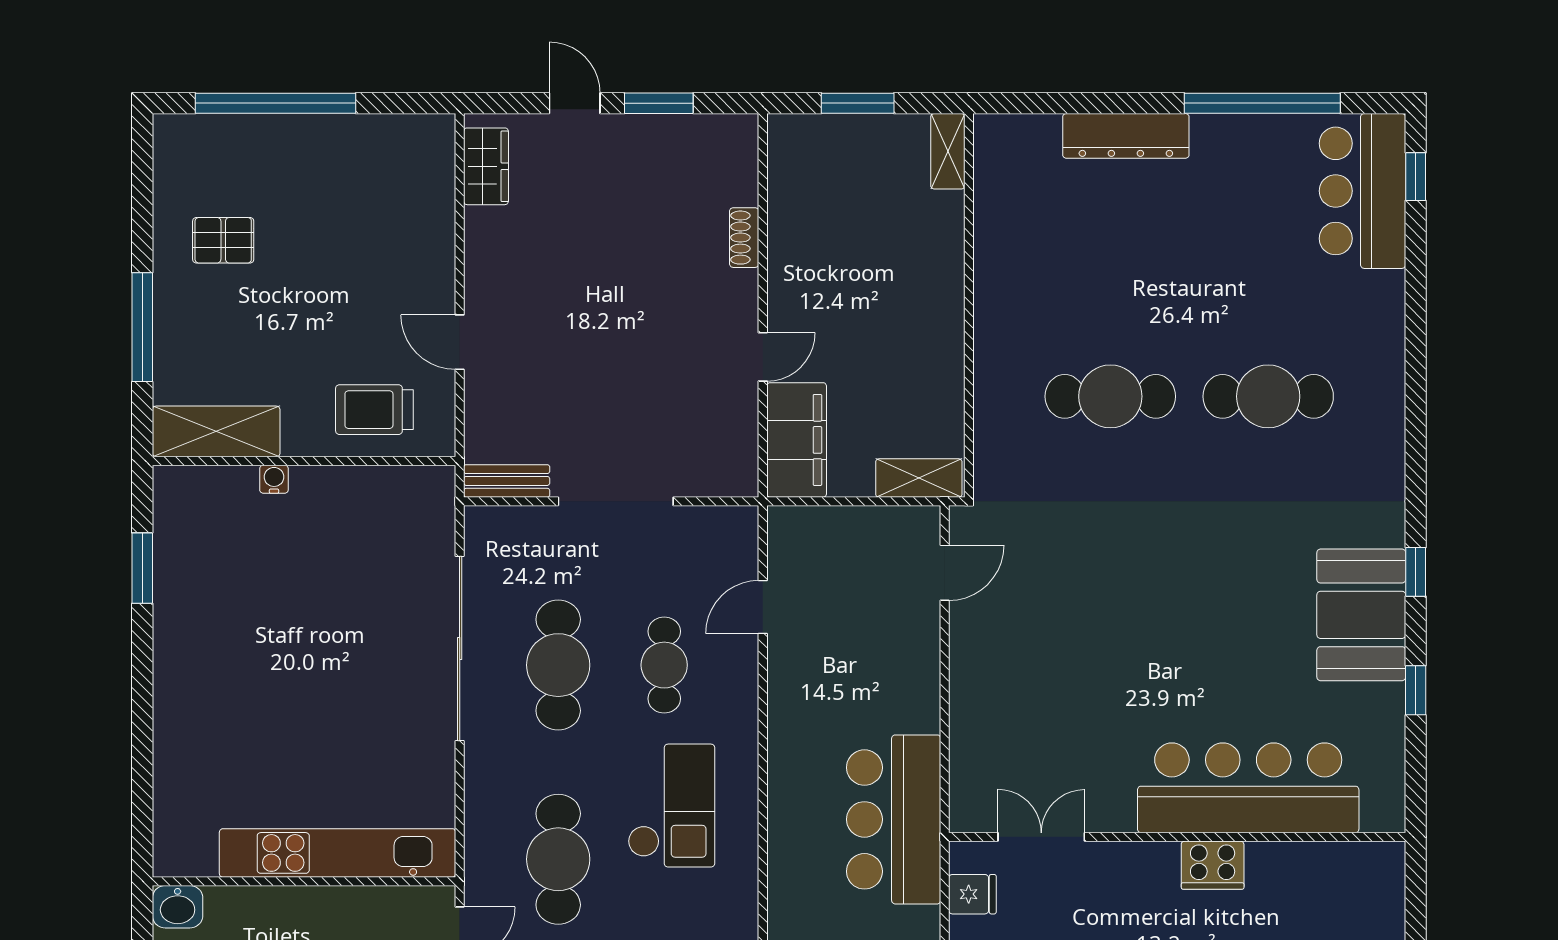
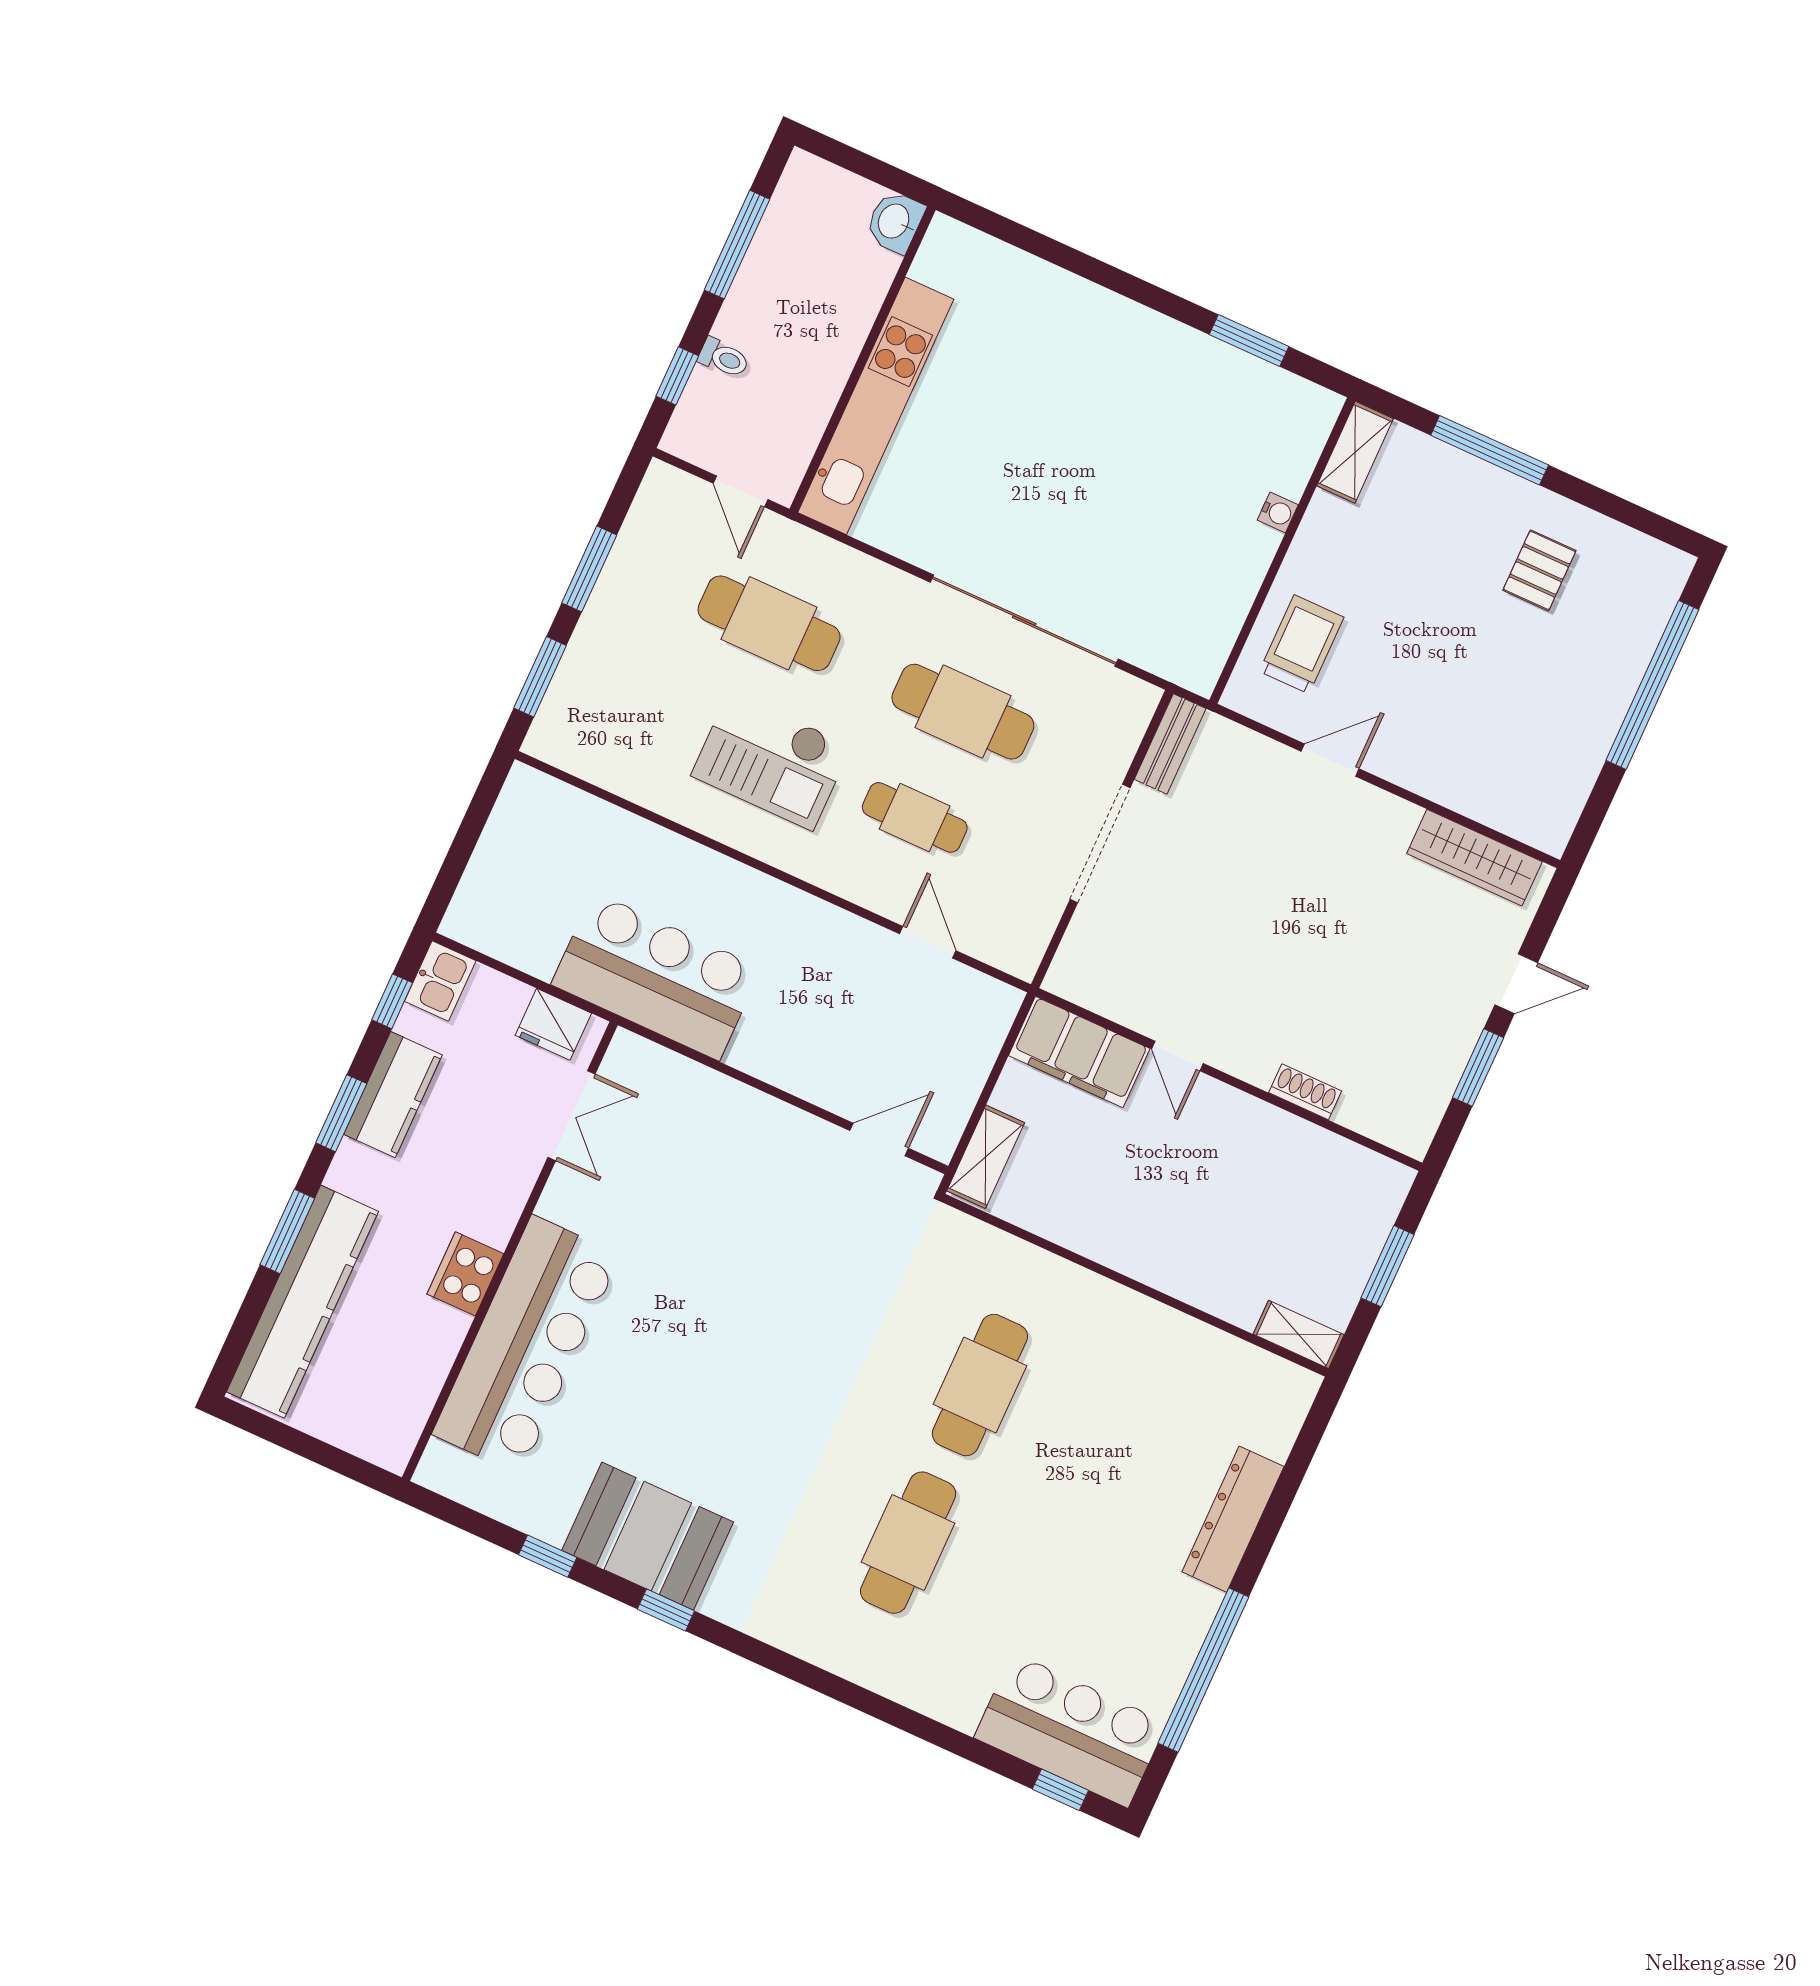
wardrobe: (486, 166) -> (1474, 858), width x1.50
shelving: (216, 431) -> (1355, 452), width x0.67, depth x0.75
door: (945, 573) -> (879, 1139), swing flipped
fridge: (972, 894) -> (553, 1024), width x1.38

